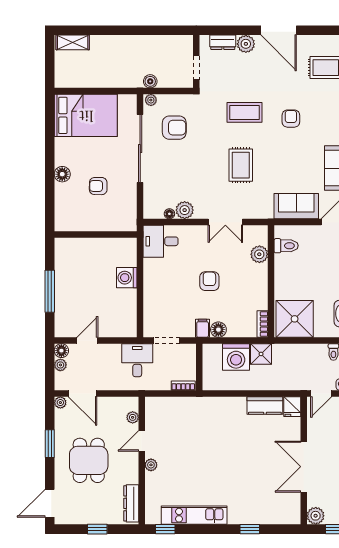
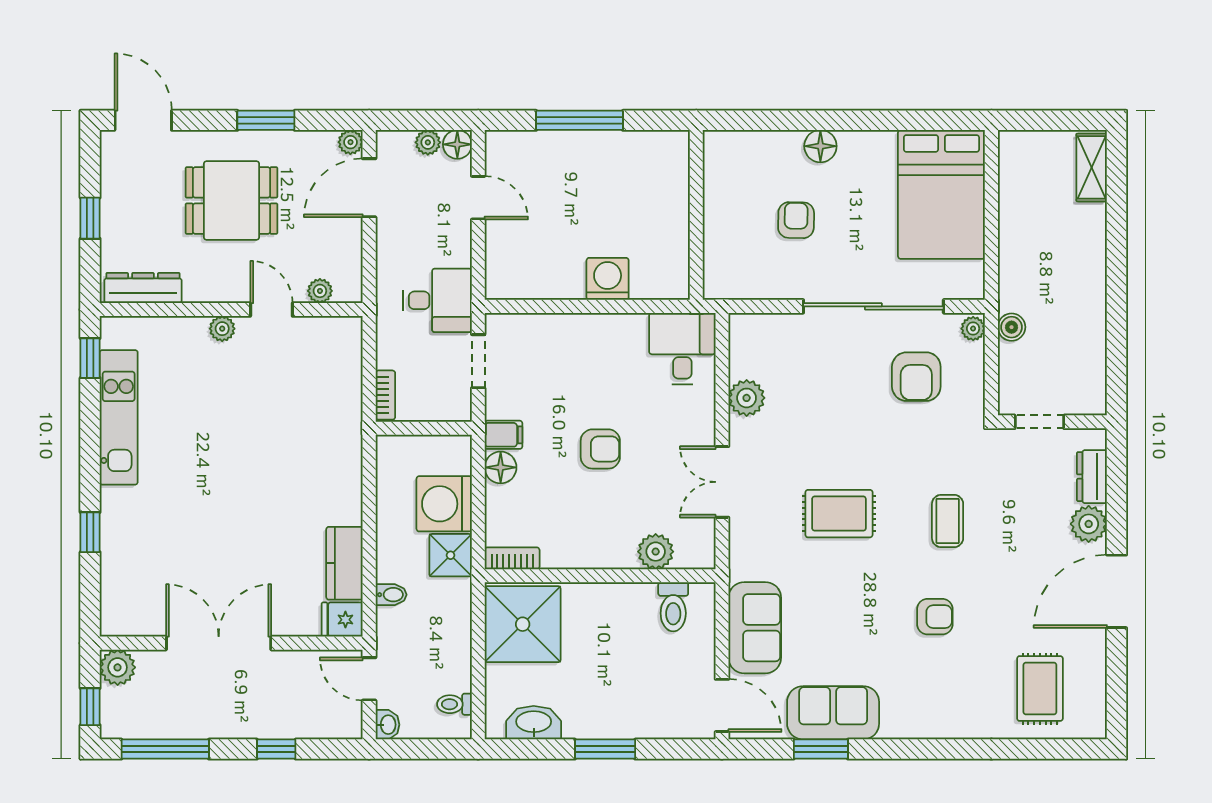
coffee table: (244, 112) -> (948, 521), width x0.73, depth x0.77
floor lamp: (169, 214) -> (739, 367), removed
bidet: (280, 383) -> (391, 595), added

